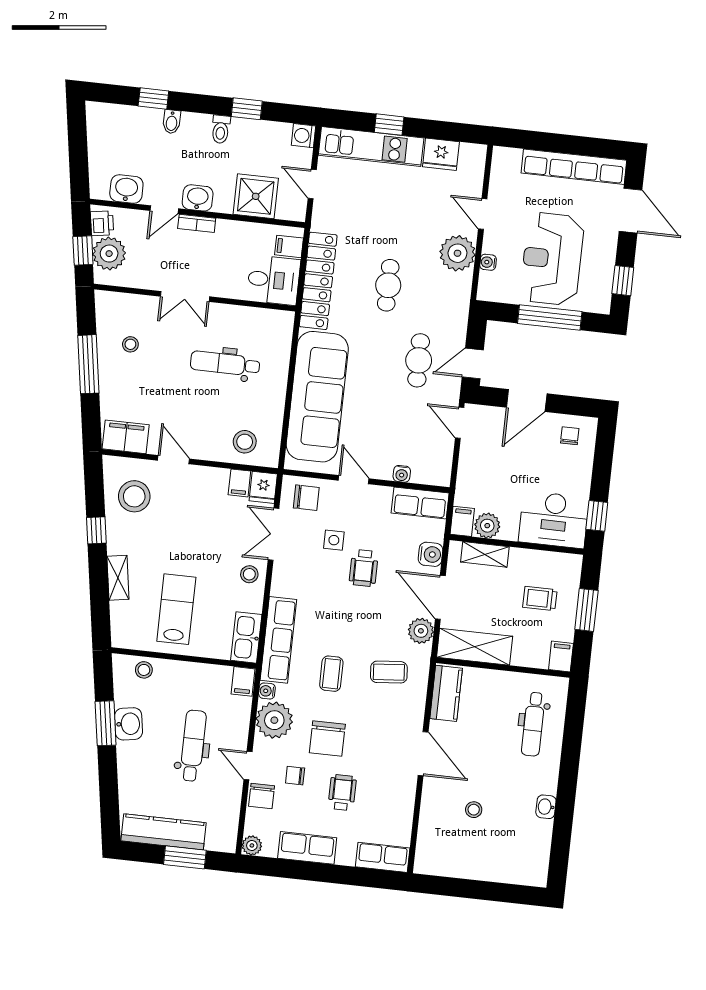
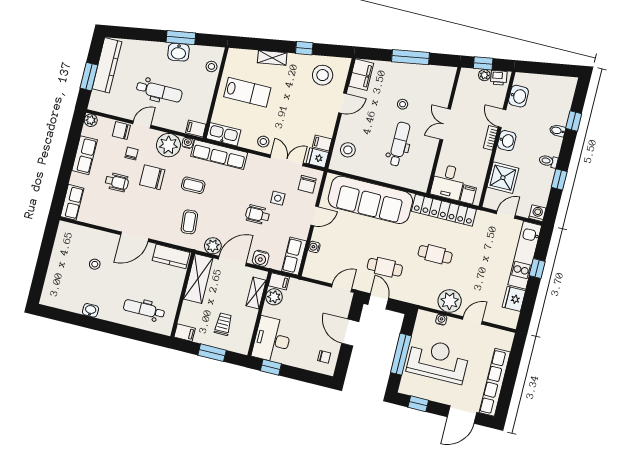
plant: (109, 254) -> (484, 75), width x0.53, depth x0.53
stool: (130, 344) -> (403, 104), moved

